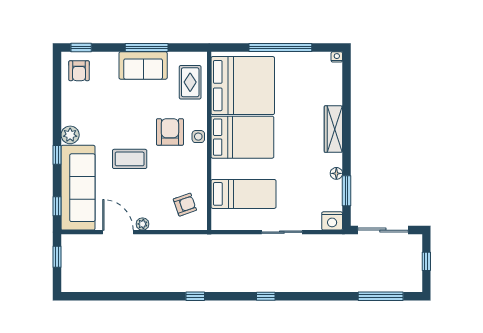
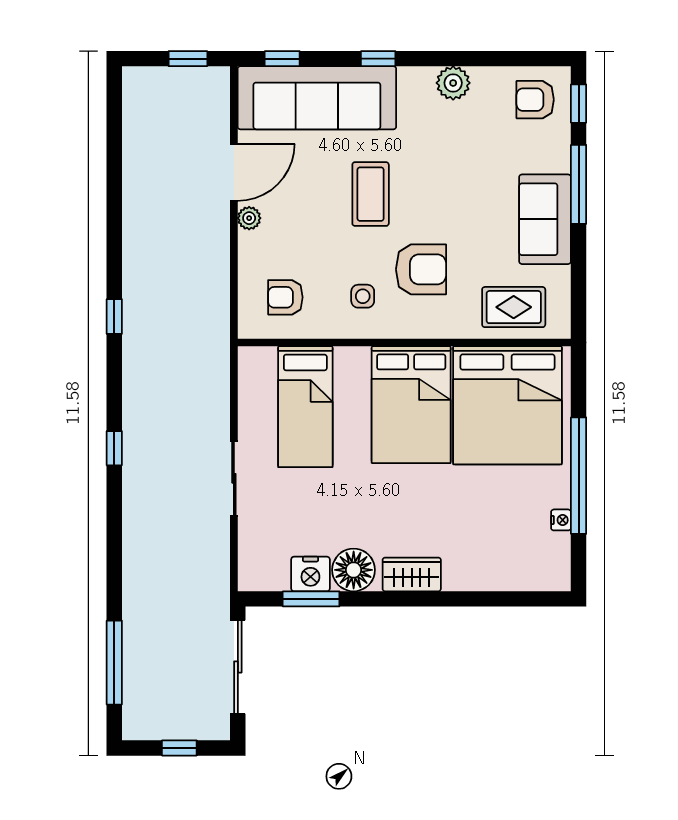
window: (147, 48) -> (579, 184), moved
nightstand: (337, 57) -> (561, 520), moved
wardrobe: (333, 129) -> (412, 574), width x0.67
plant: (70, 135) -> (453, 83), moved
side table: (198, 137) -> (363, 296), moved
floor lamp: (336, 173) -> (354, 570), width x1.89, depth x1.89
armchair: (185, 205) -> (285, 297), turned 109
nightstand: (332, 221) -> (310, 574), moved, turned -90

